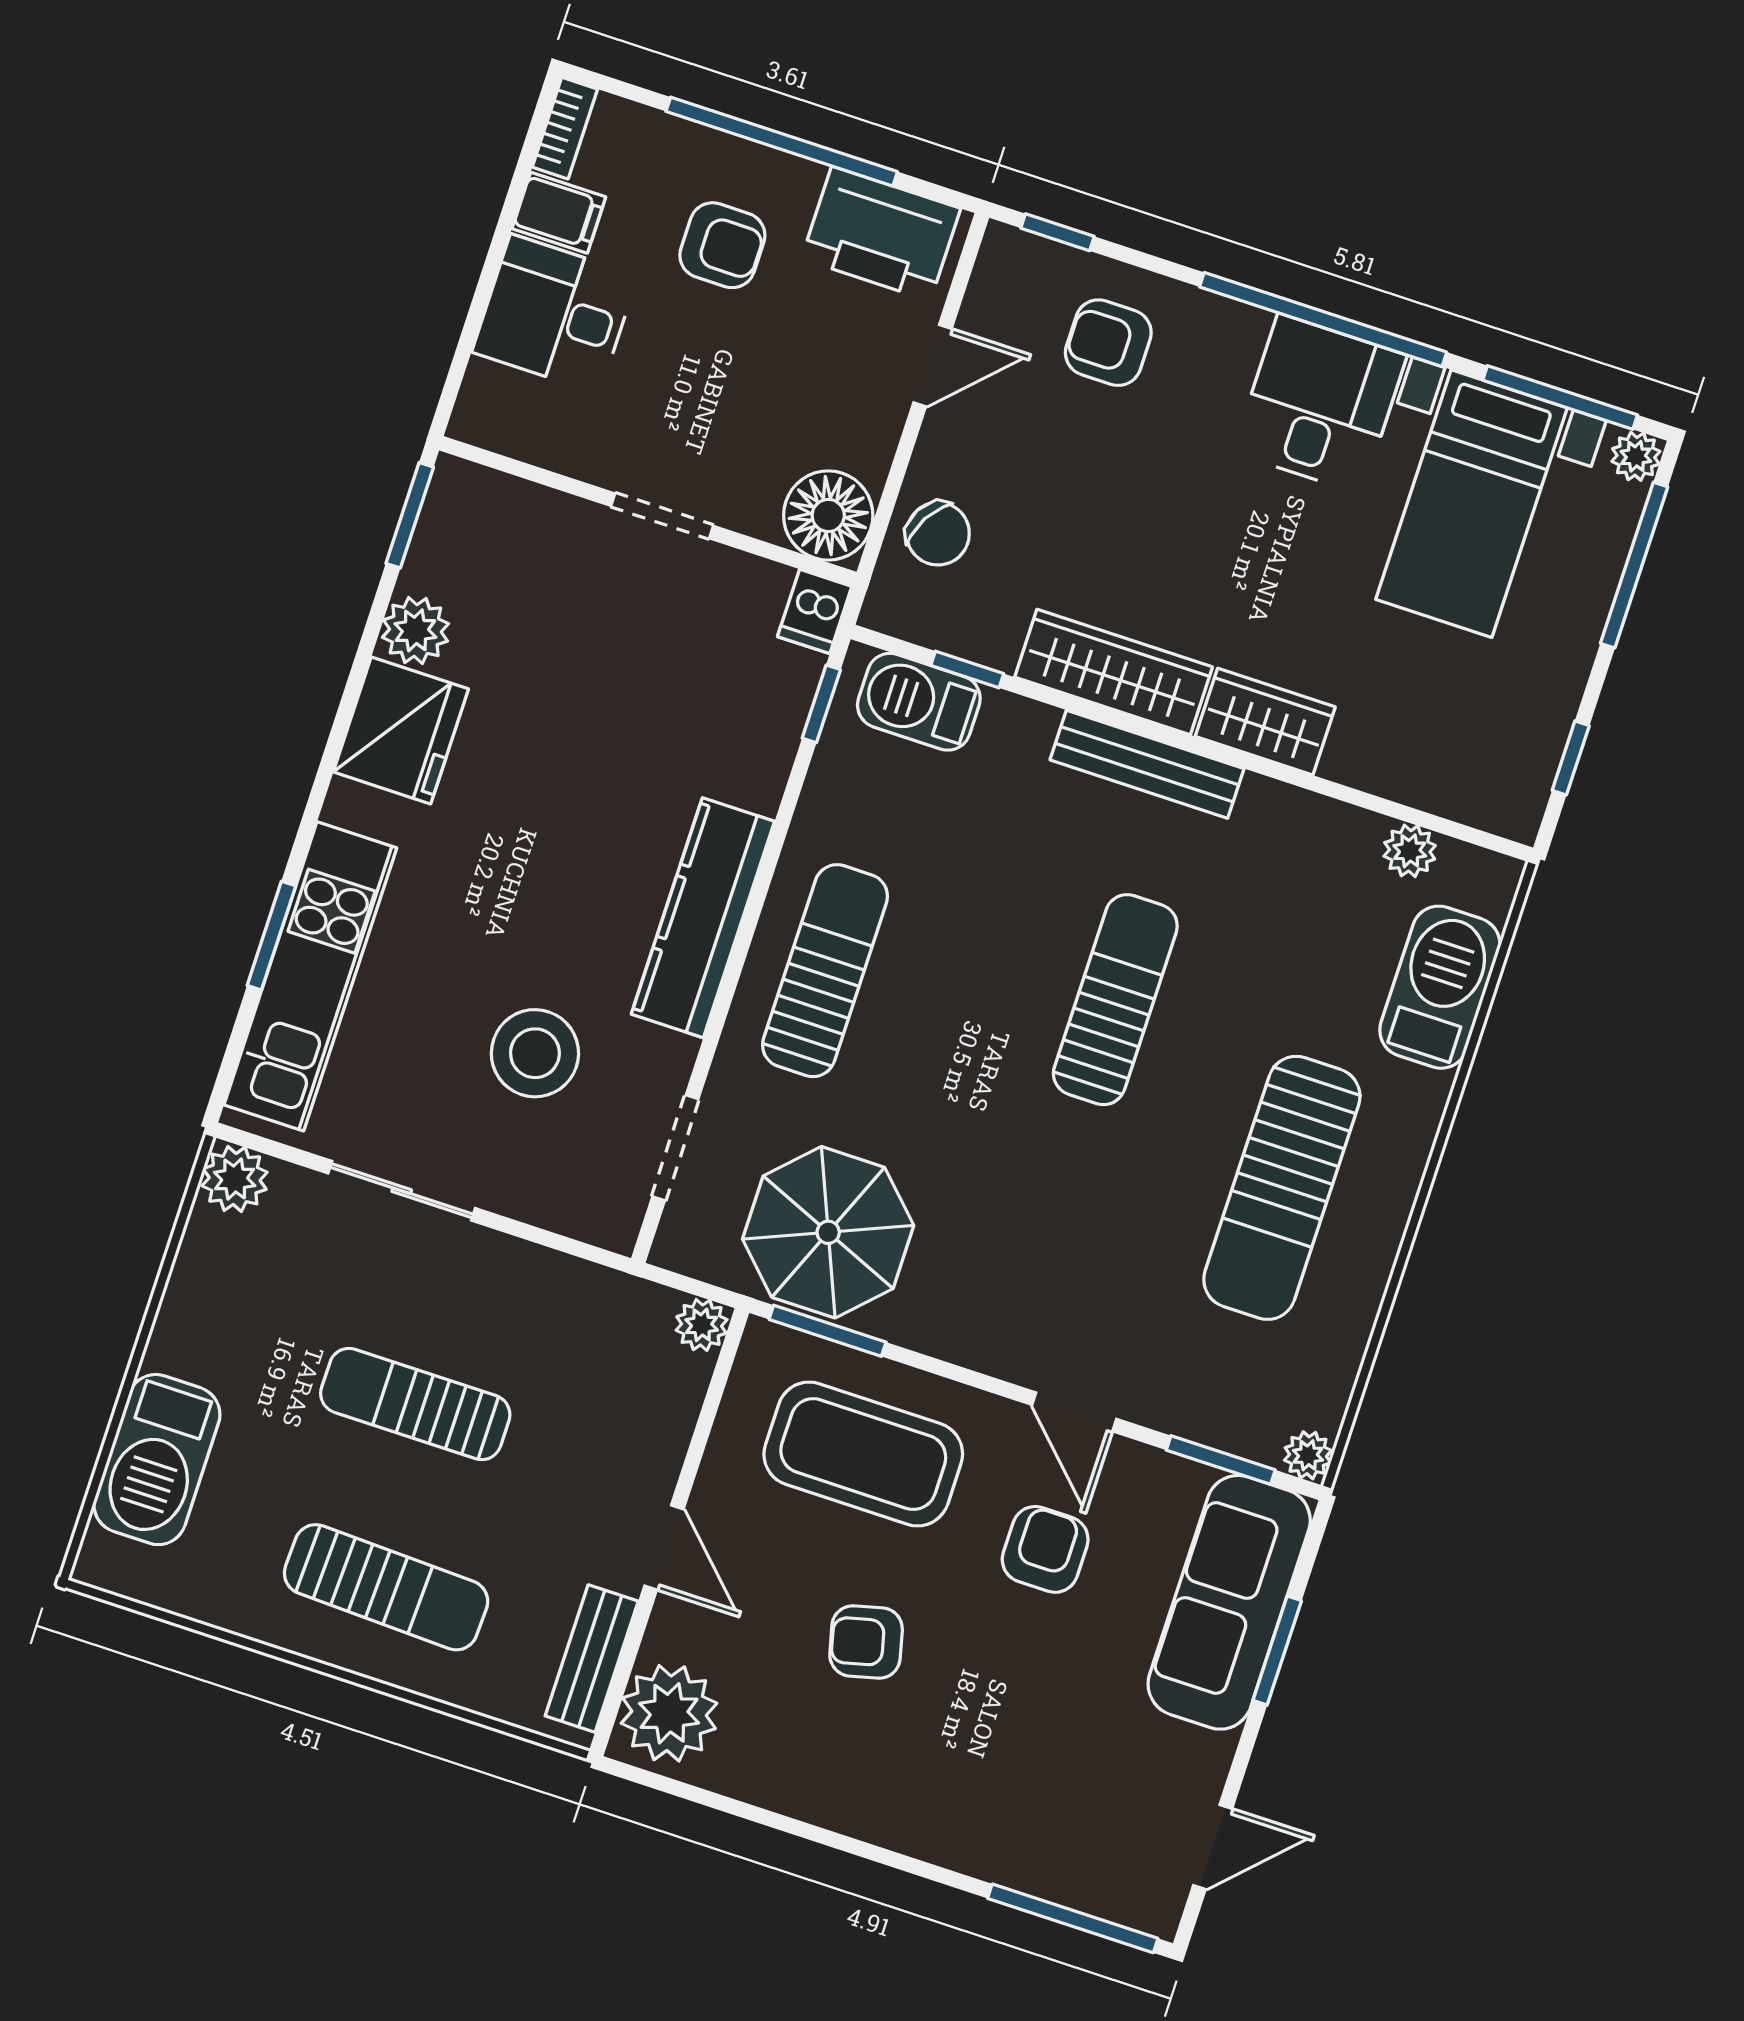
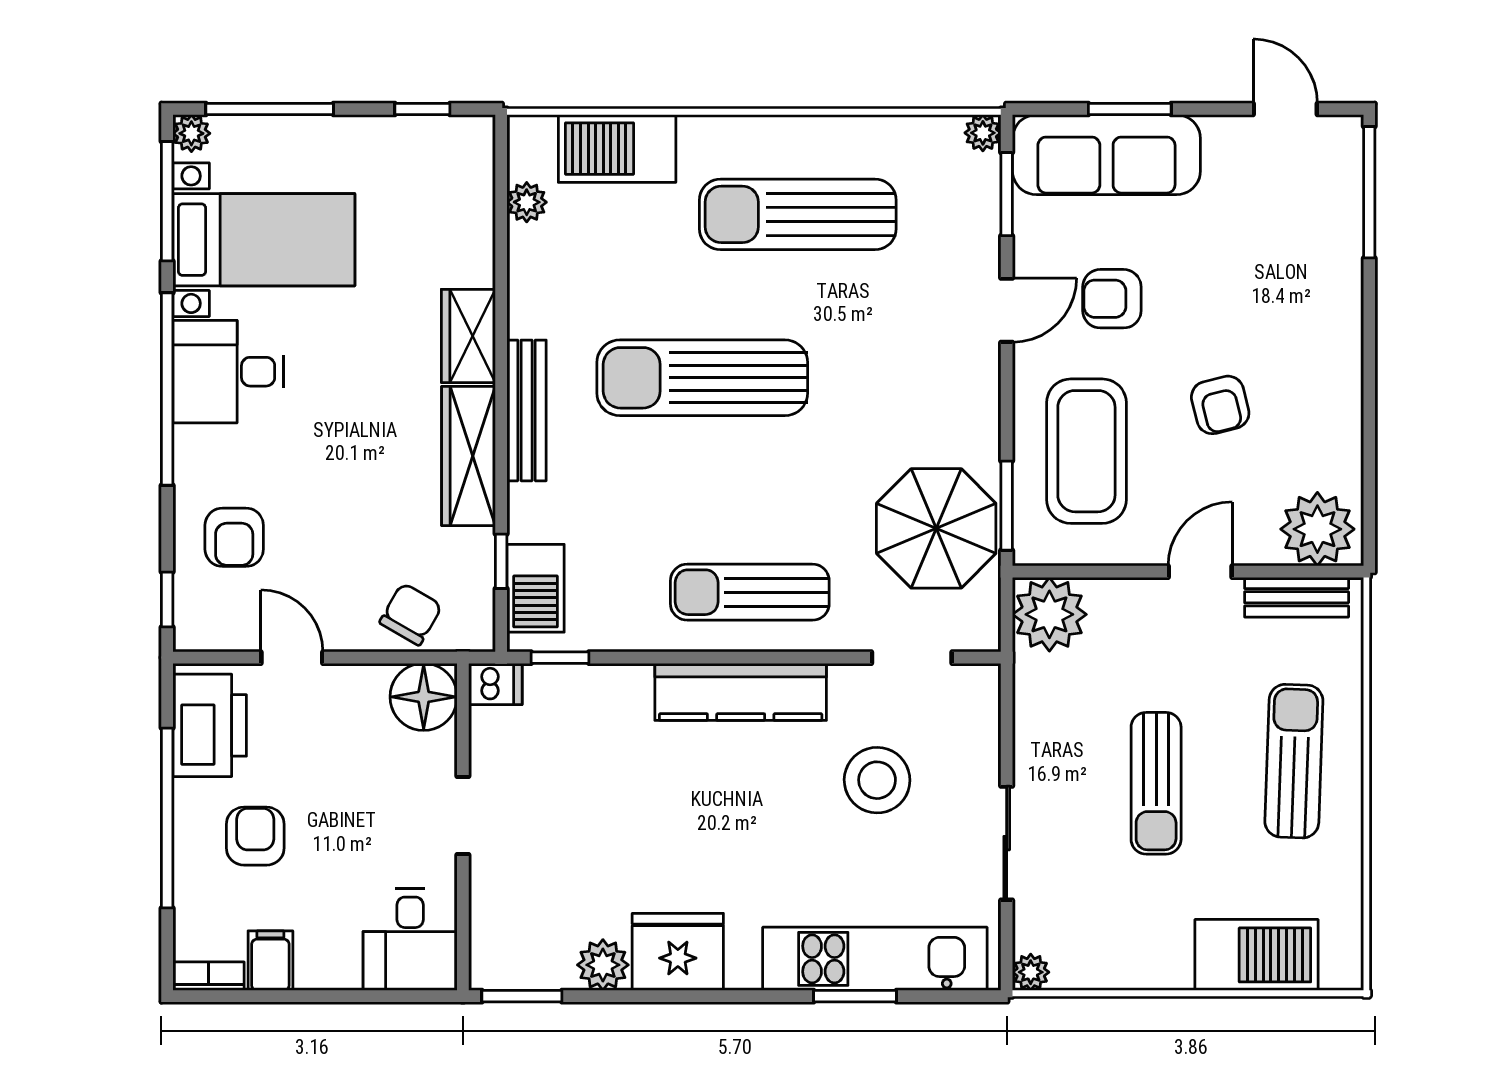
desk: (555, 314) -> (410, 940), moved
sun lounger: (1115, 1000) -> (702, 378), width x1.36, depth x1.34
plant: (235, 1179) -> (1031, 972), width x0.73, depth x0.73
sun lounger: (1282, 1188) -> (798, 214), turned 180
plant: (702, 1325) -> (1049, 614), width x1.88, depth x1.88

